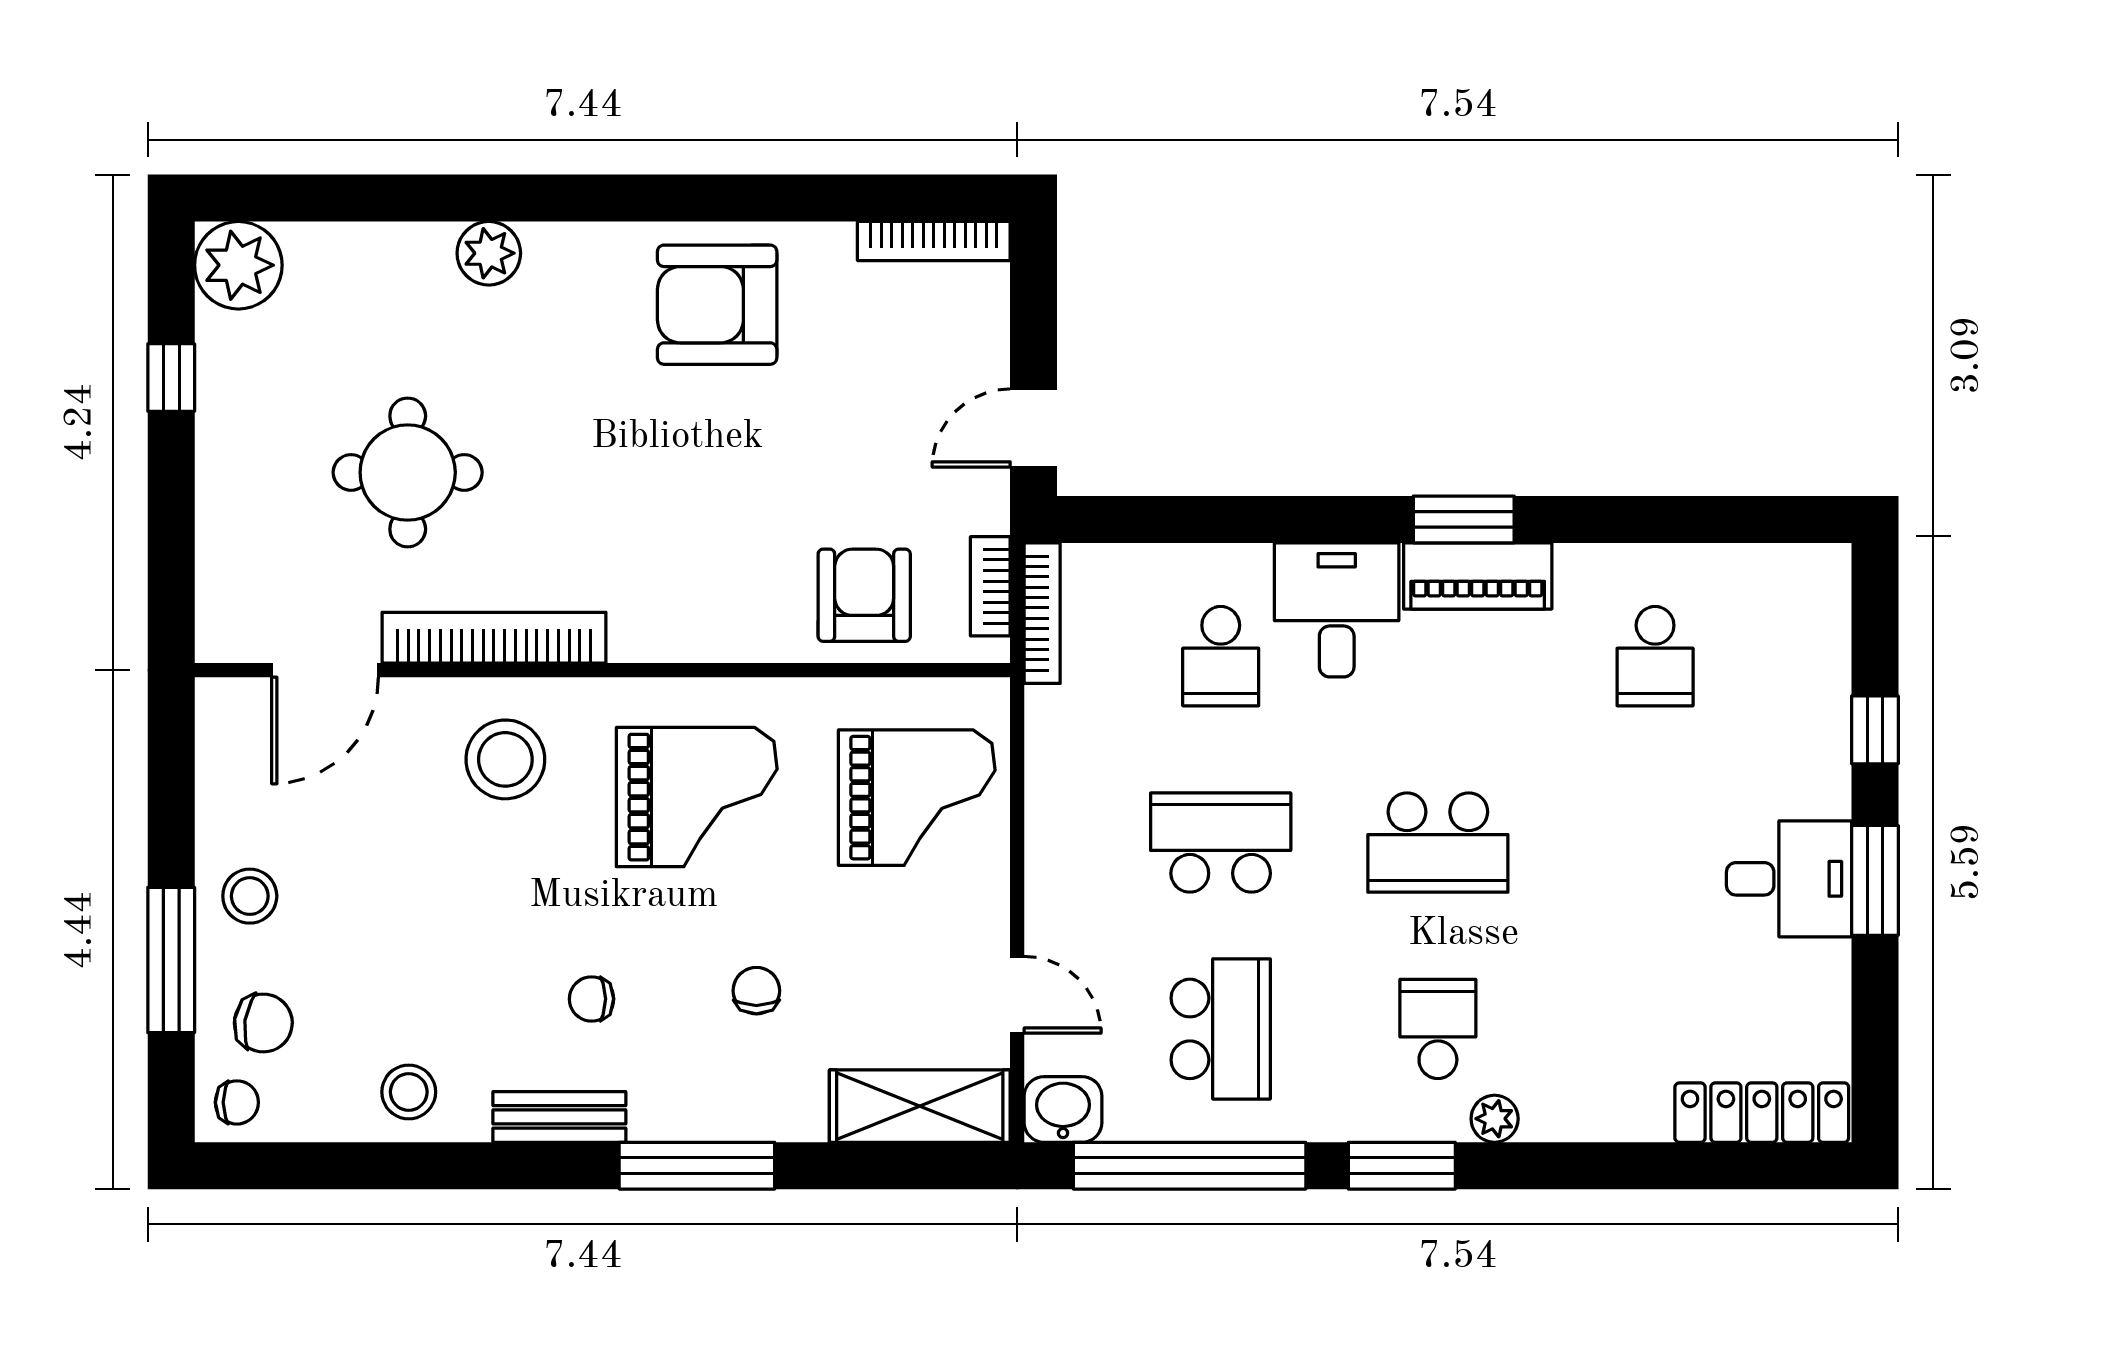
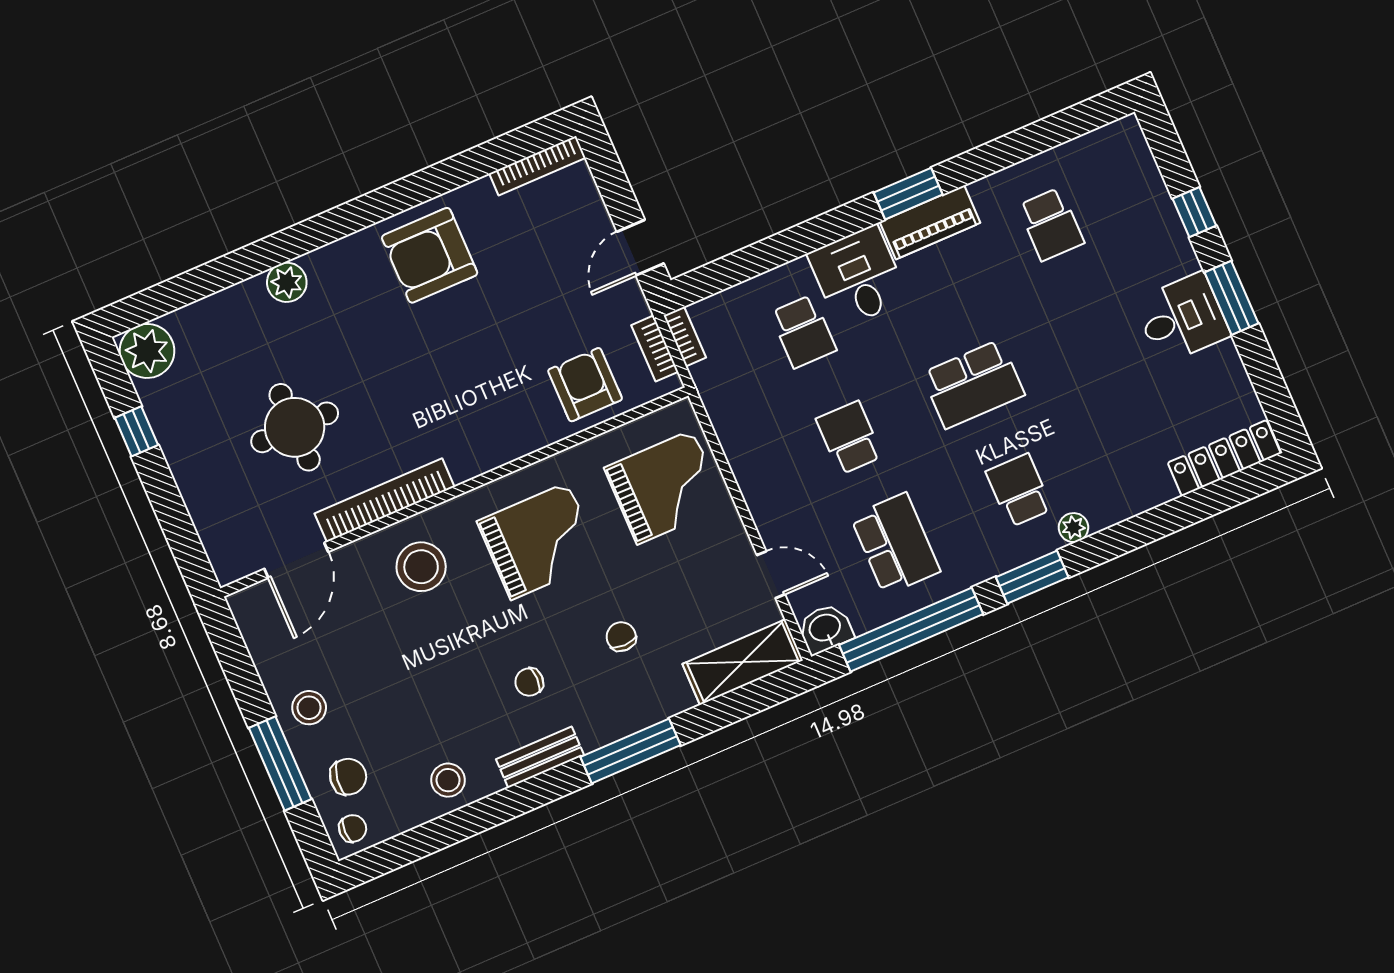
bookcase: (1042, 613) -> (685, 337), width x0.64
school desk: (1221, 843) -> (849, 438), width x0.54

